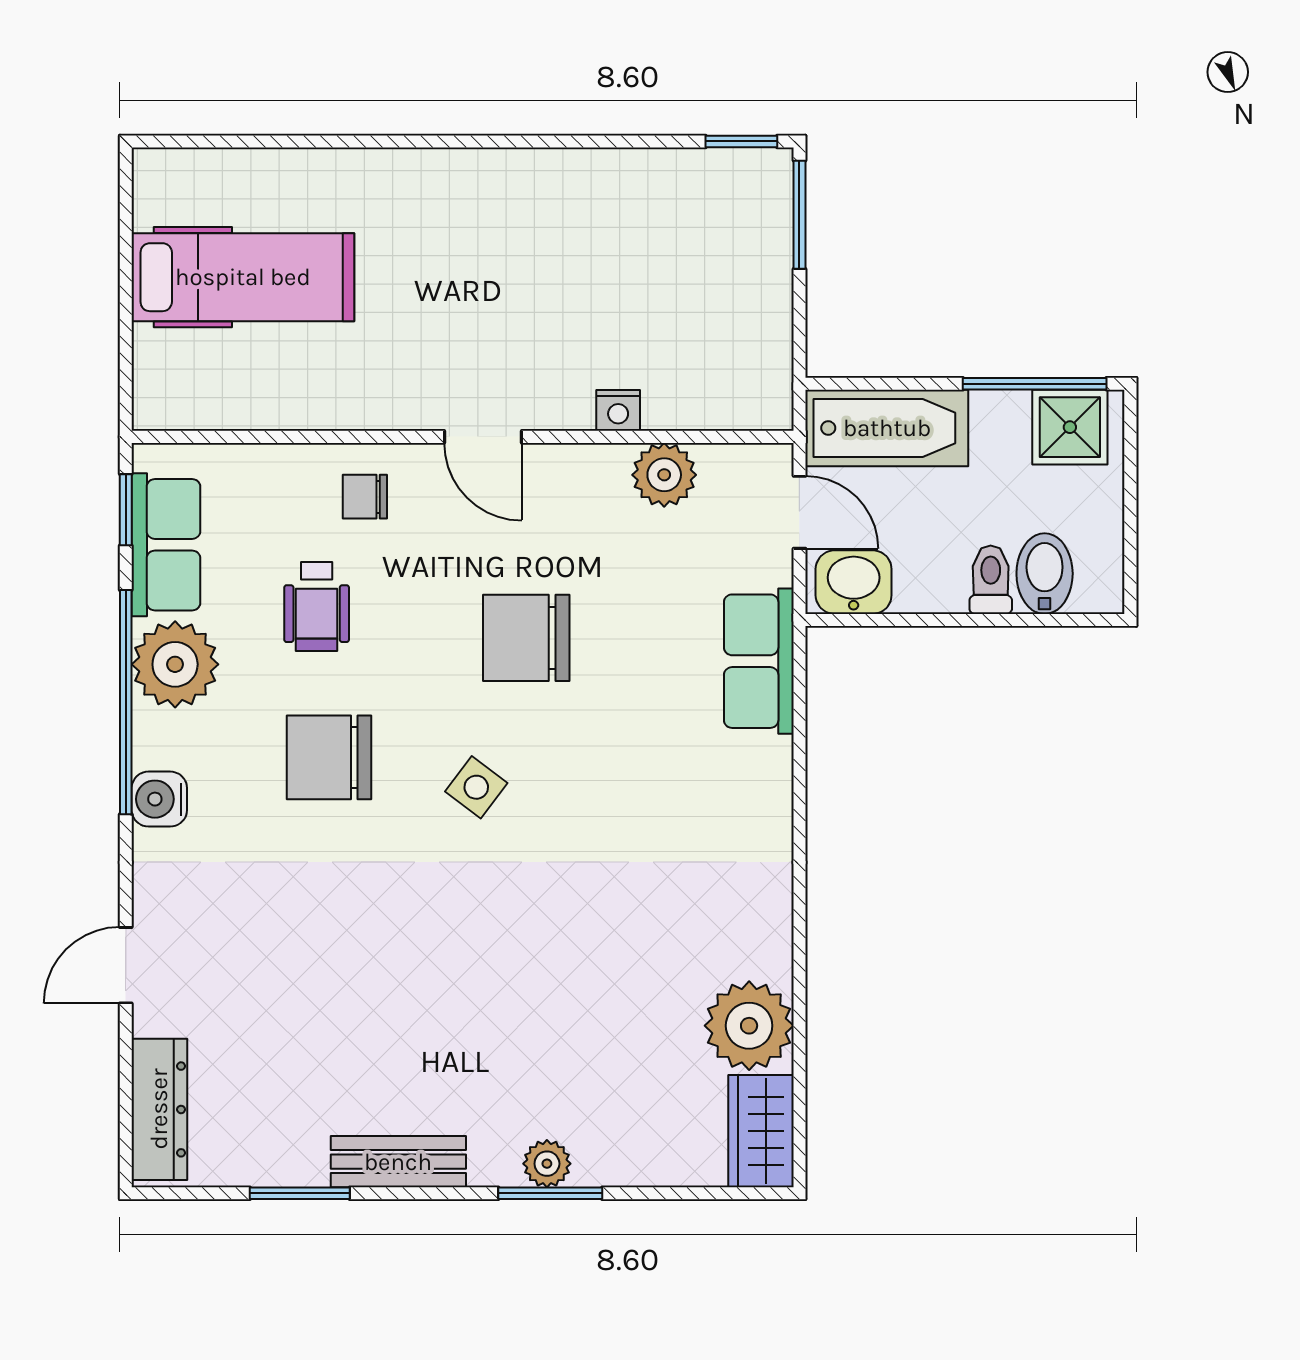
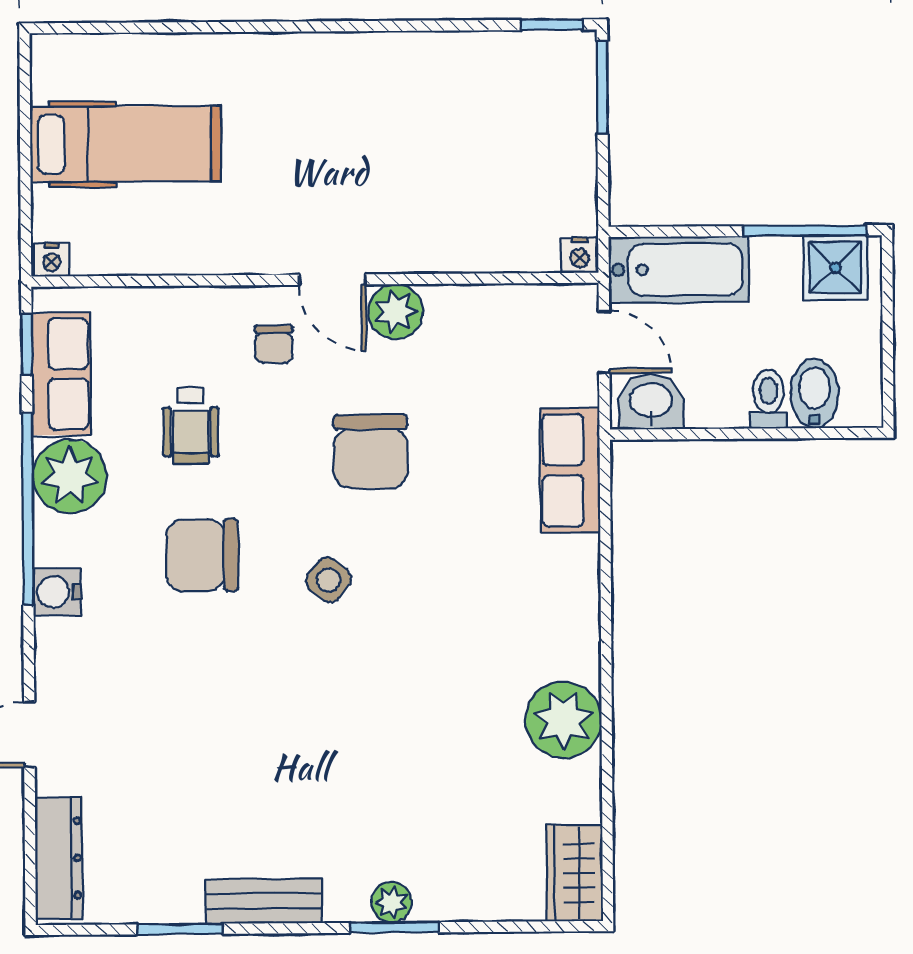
nightstand: (618, 410) -> (580, 255), moved
nightstand: (156, 411) -> (52, 260), added
plant: (664, 475) -> (396, 312), moved
chair: (365, 497) -> (274, 344), moved, turned -90
chair: (526, 638) -> (371, 452), turned -90
plant: (749, 1026) -> (563, 720), moved

